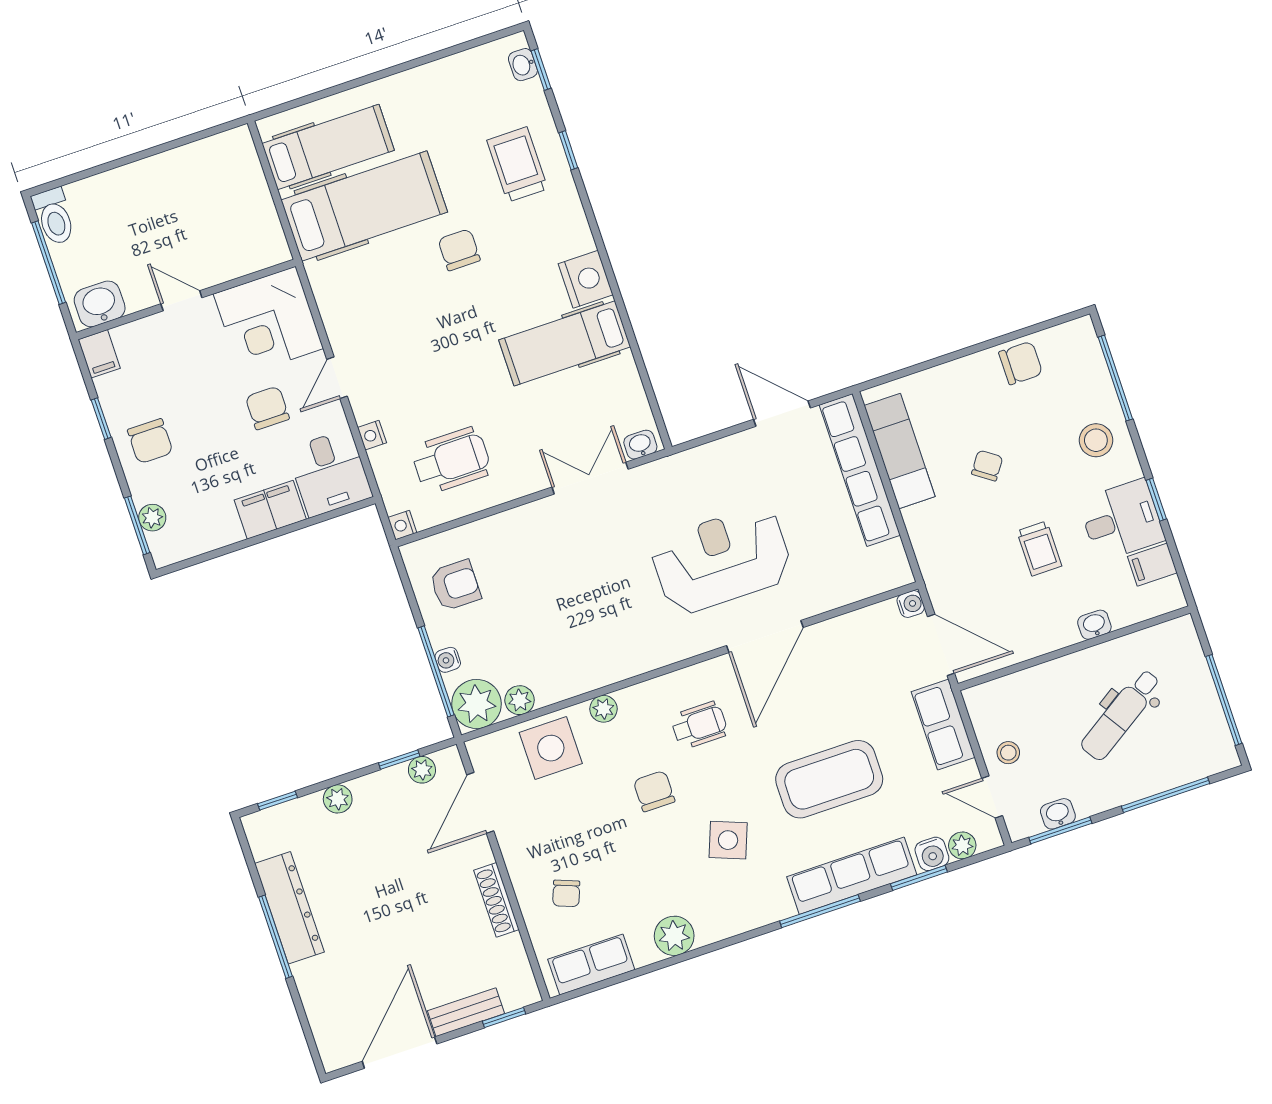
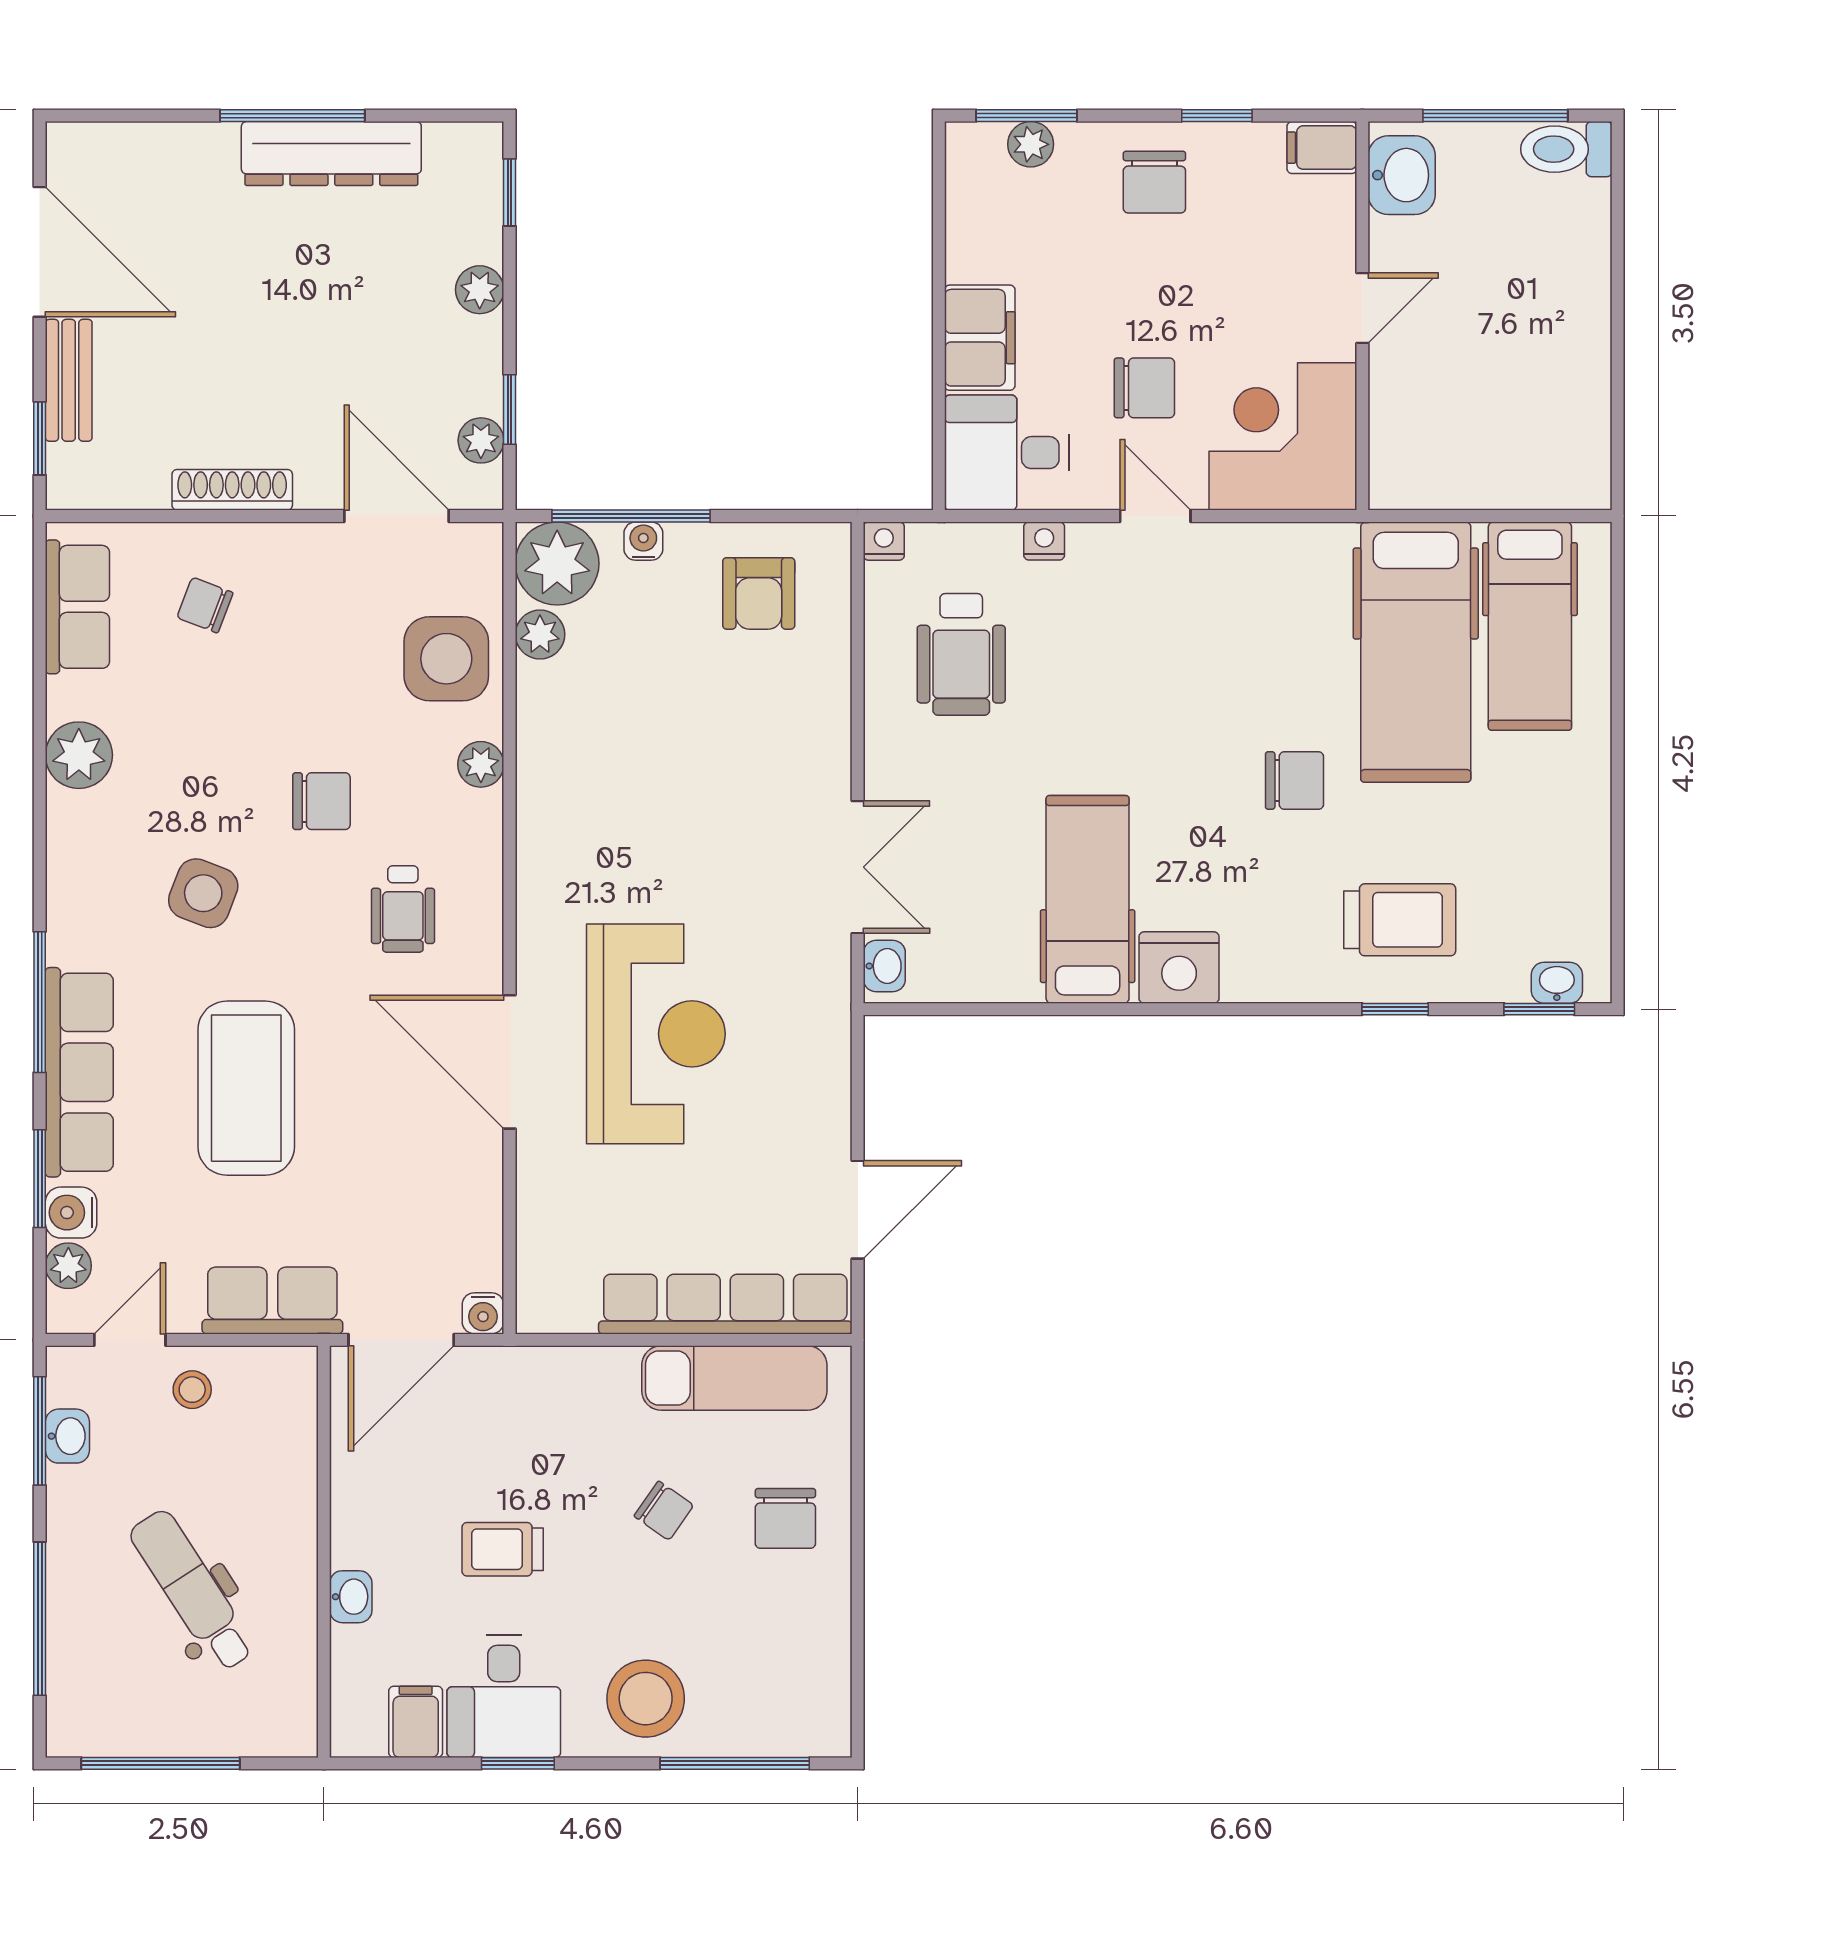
chair: (1021, 363) -> (785, 1518), moved
stool: (1096, 440) -> (646, 1699), width x1.38, depth x1.38
chair: (150, 441) -> (1154, 182), turned -90

